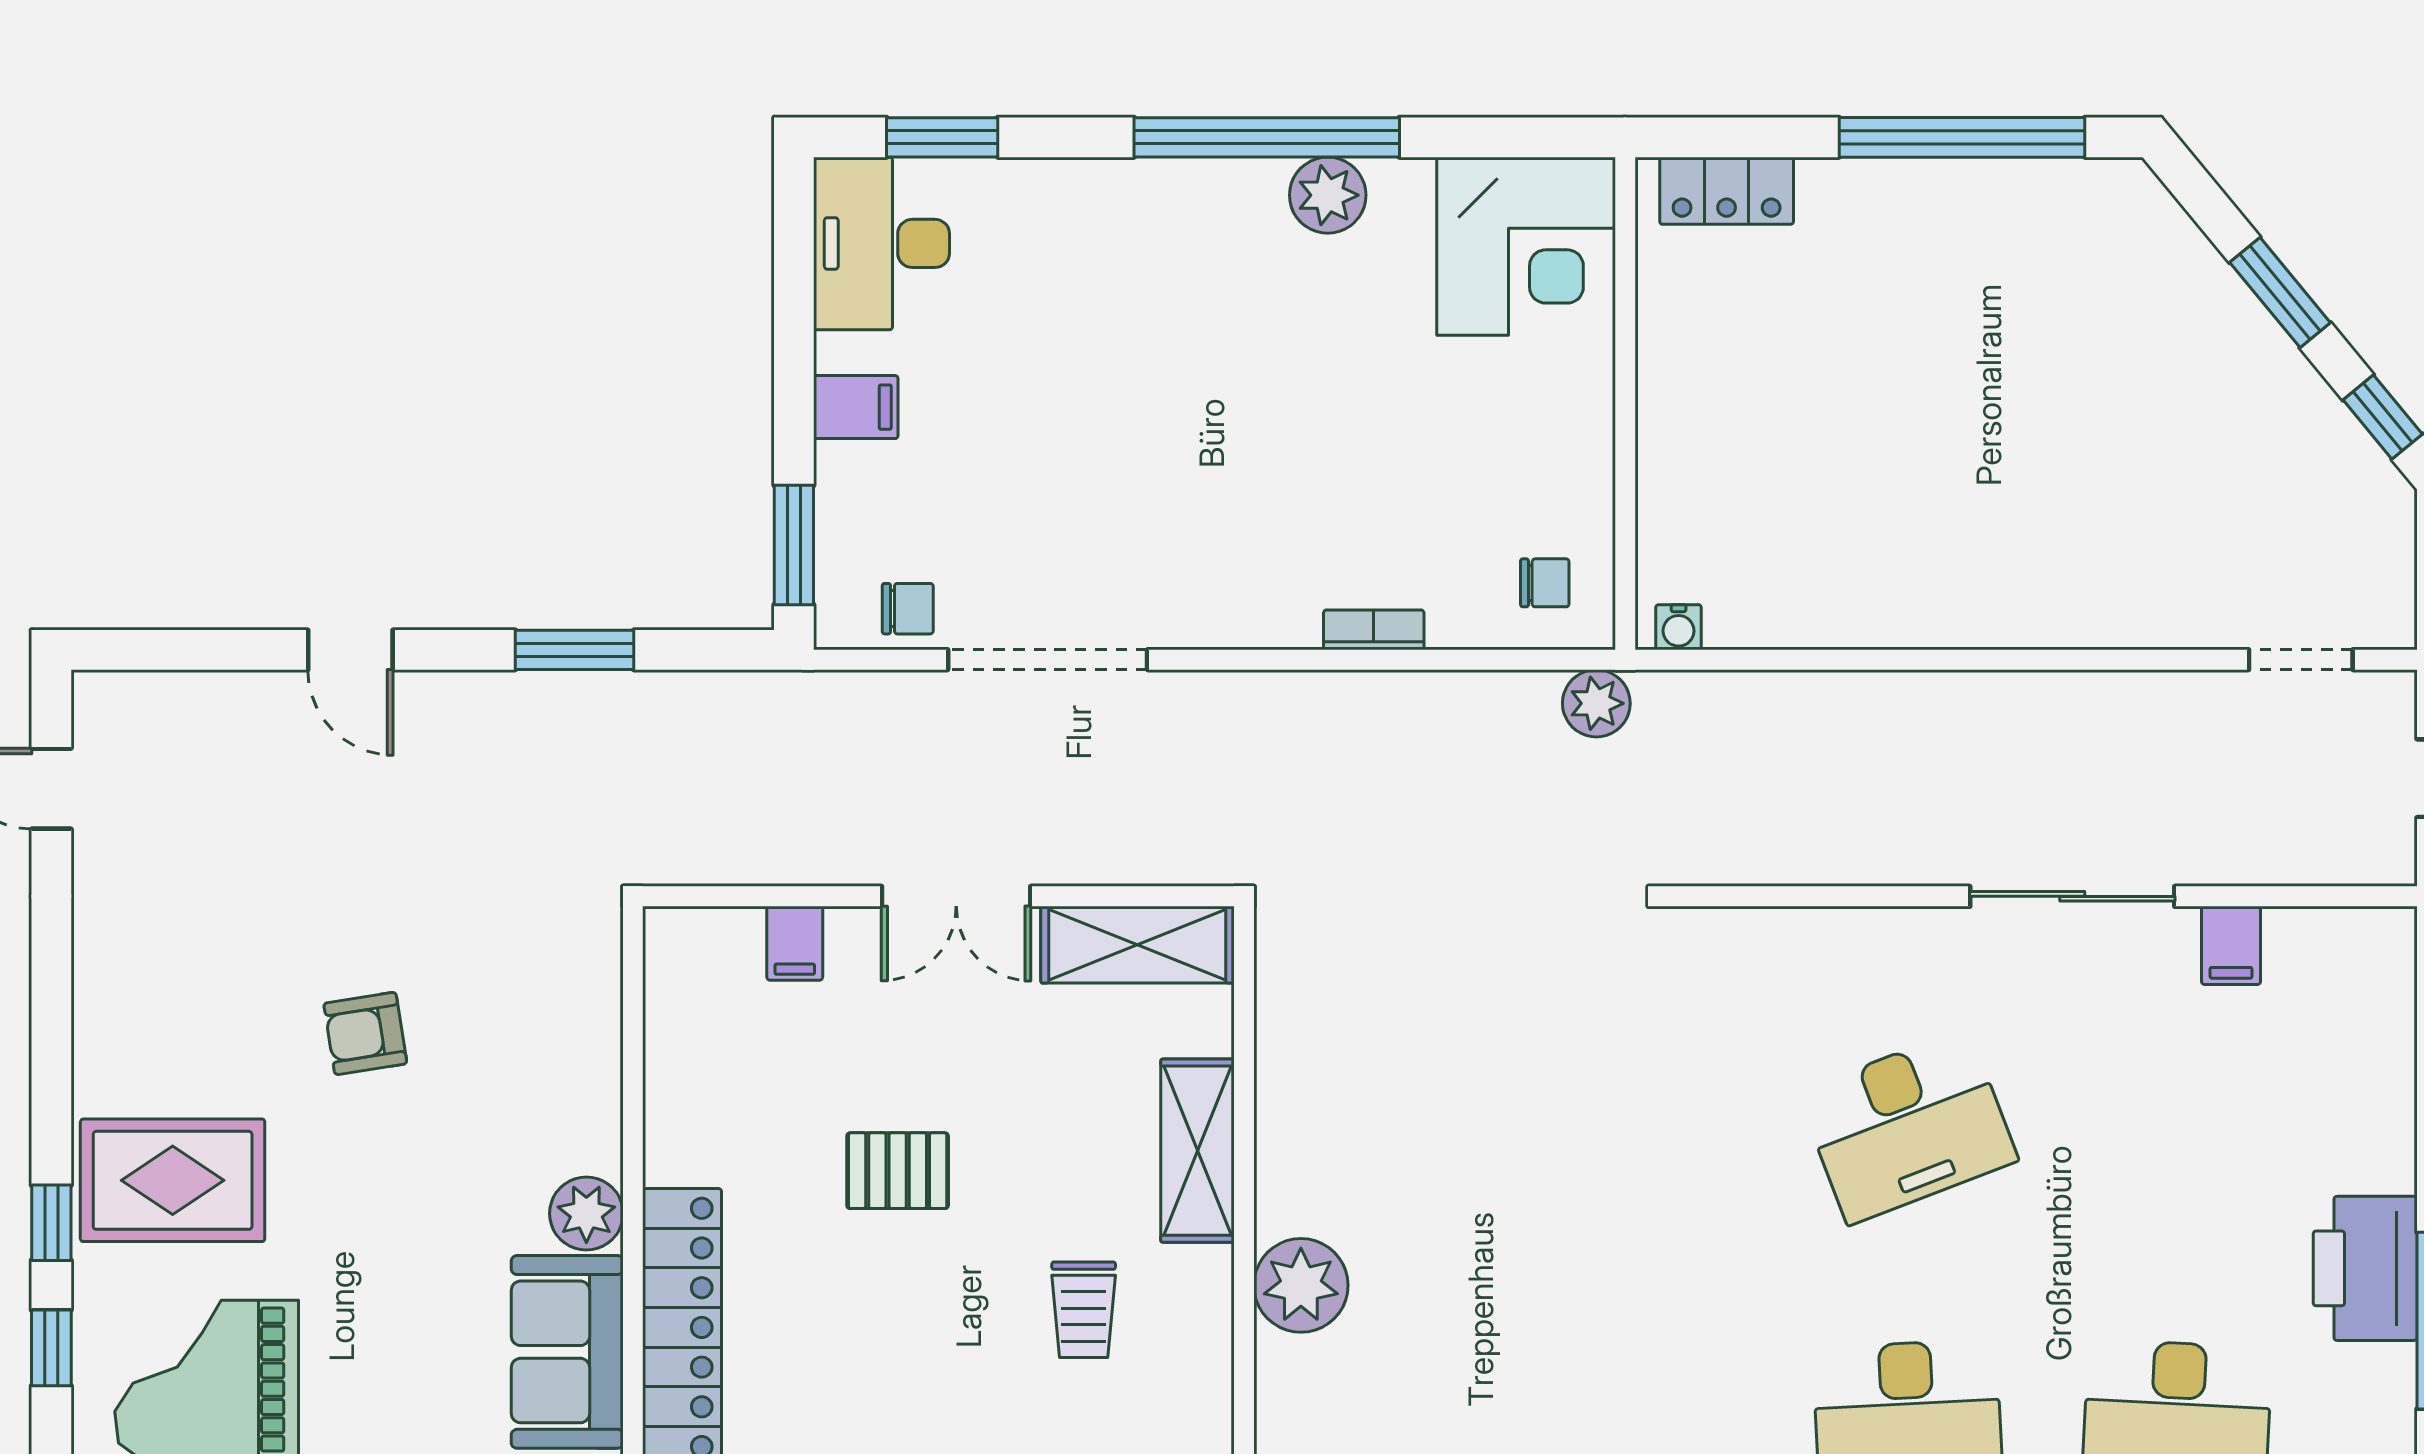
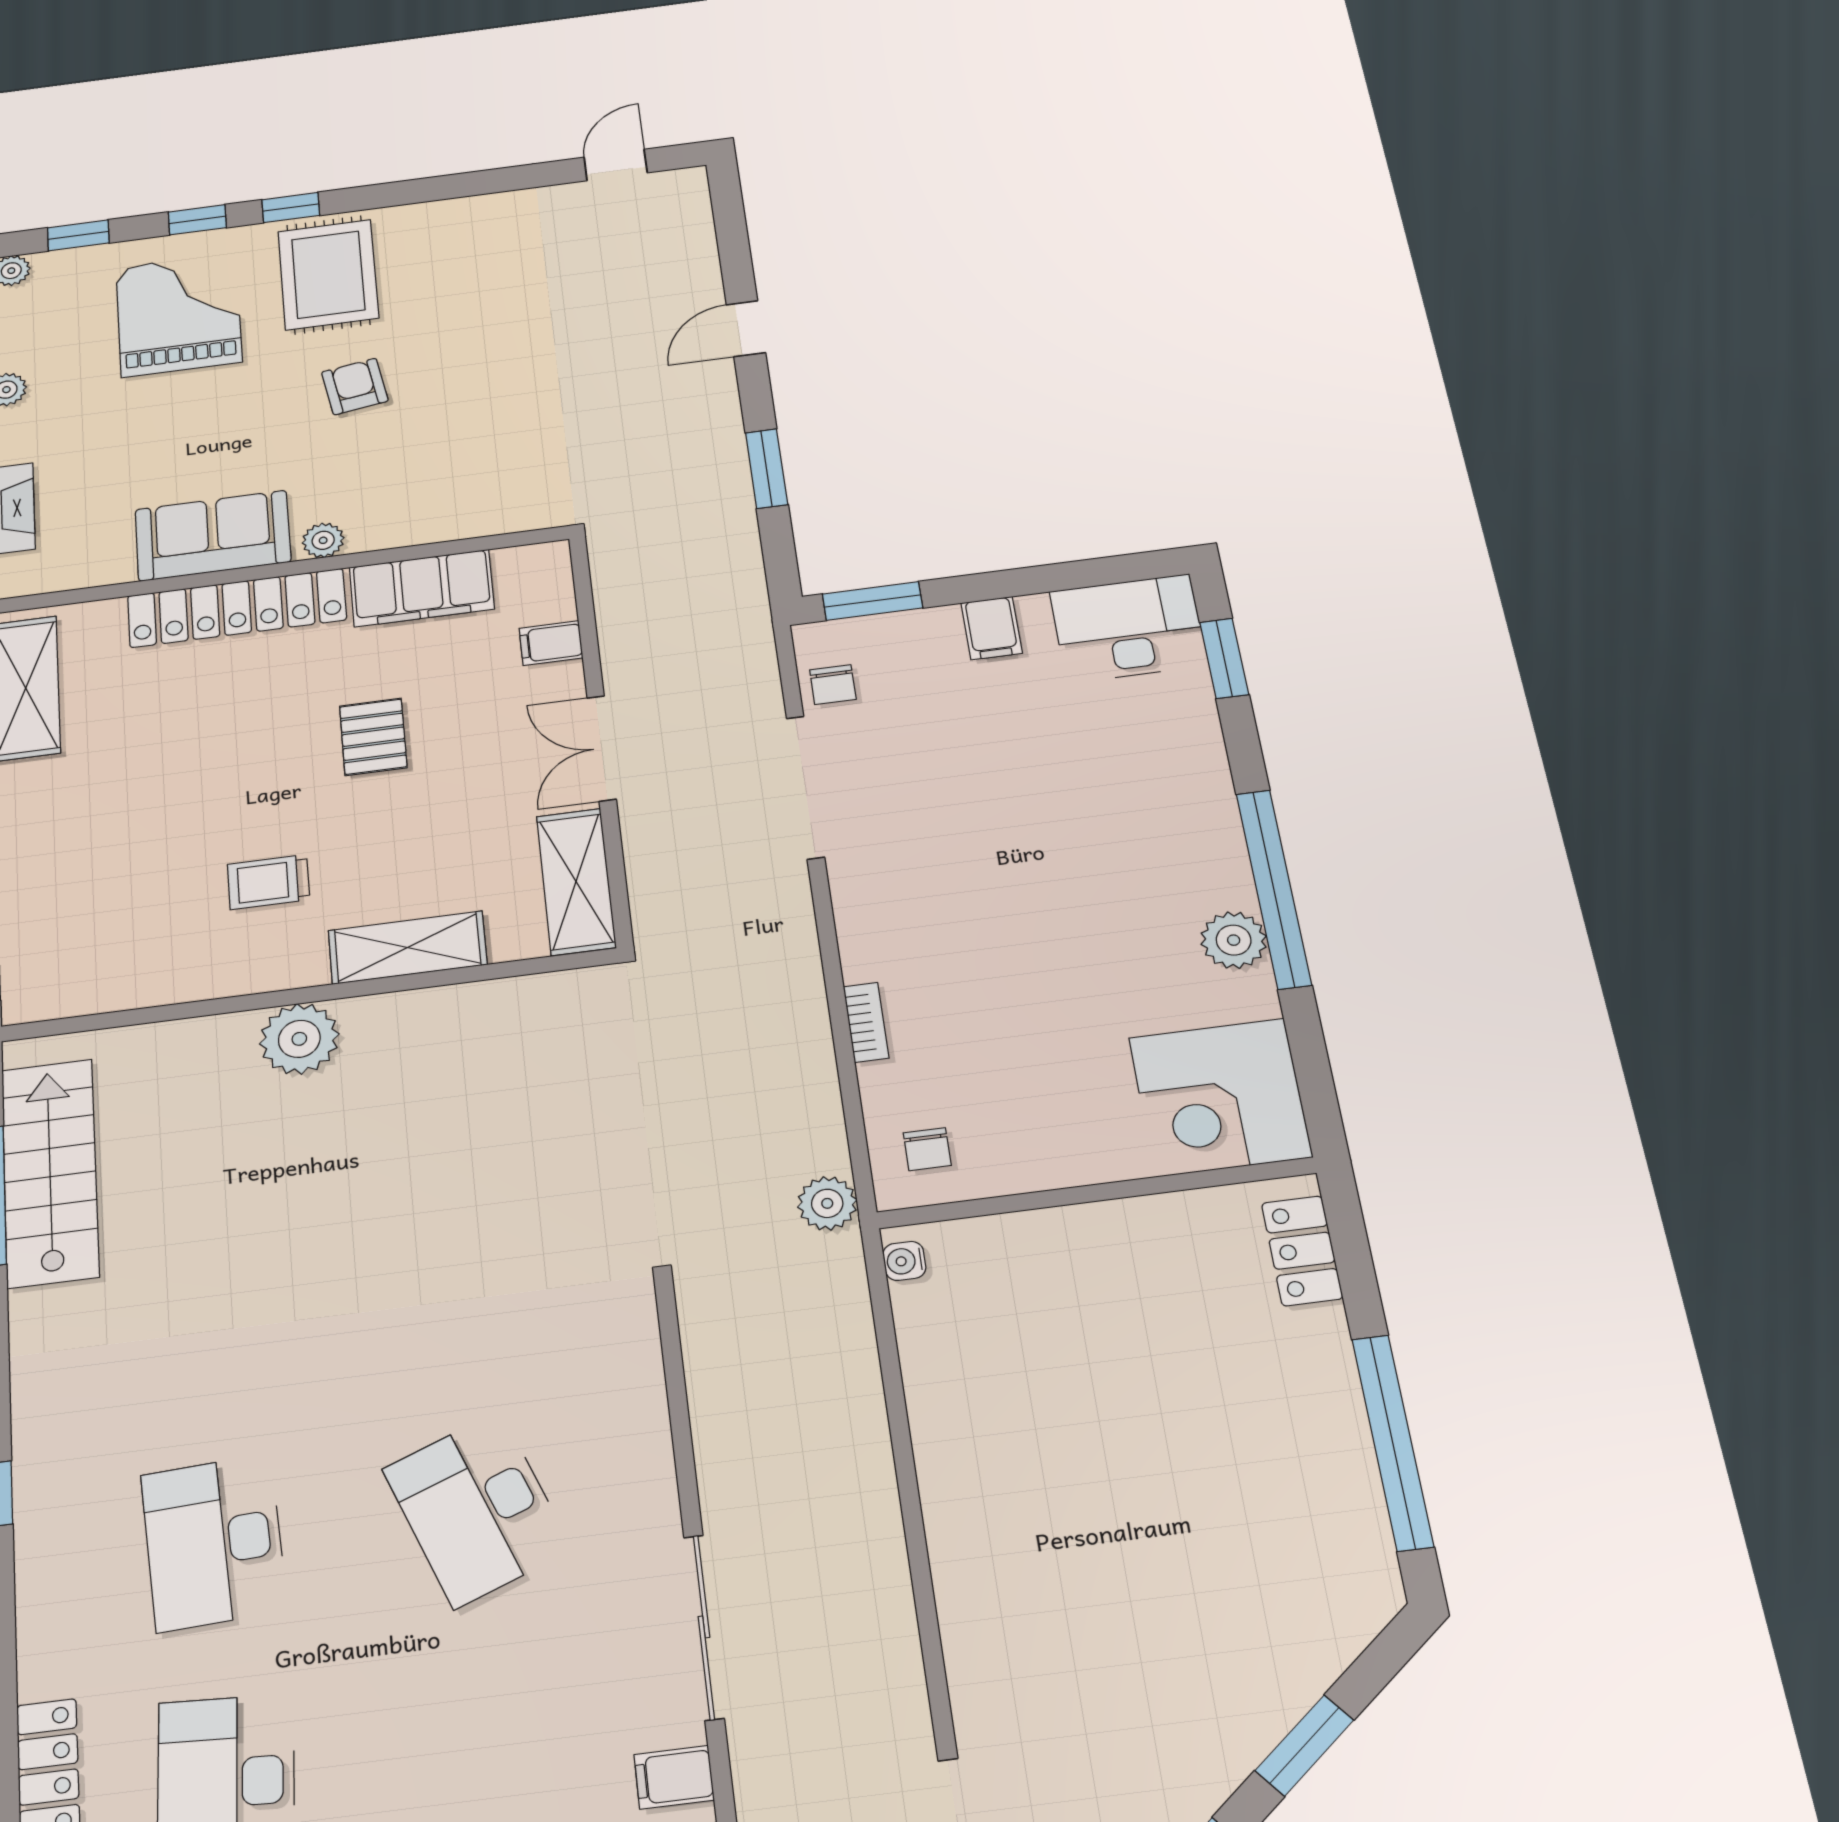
armchair: (365, 1033) -> (355, 386), moved
filing cabinet: (688, 1095) -> (422, 588), added
plant: (586, 1213) -> (323, 540), width x0.73, depth x0.73

